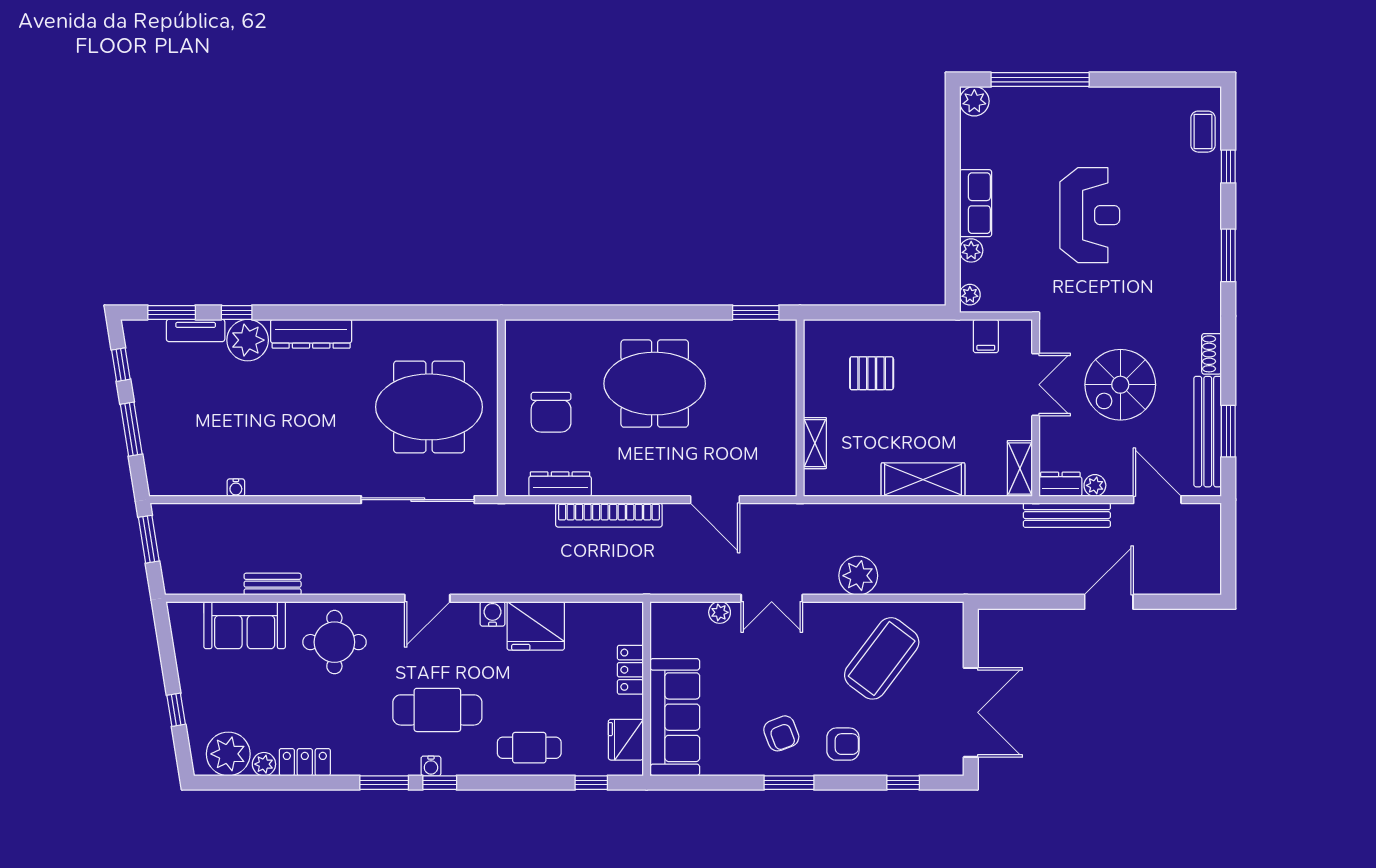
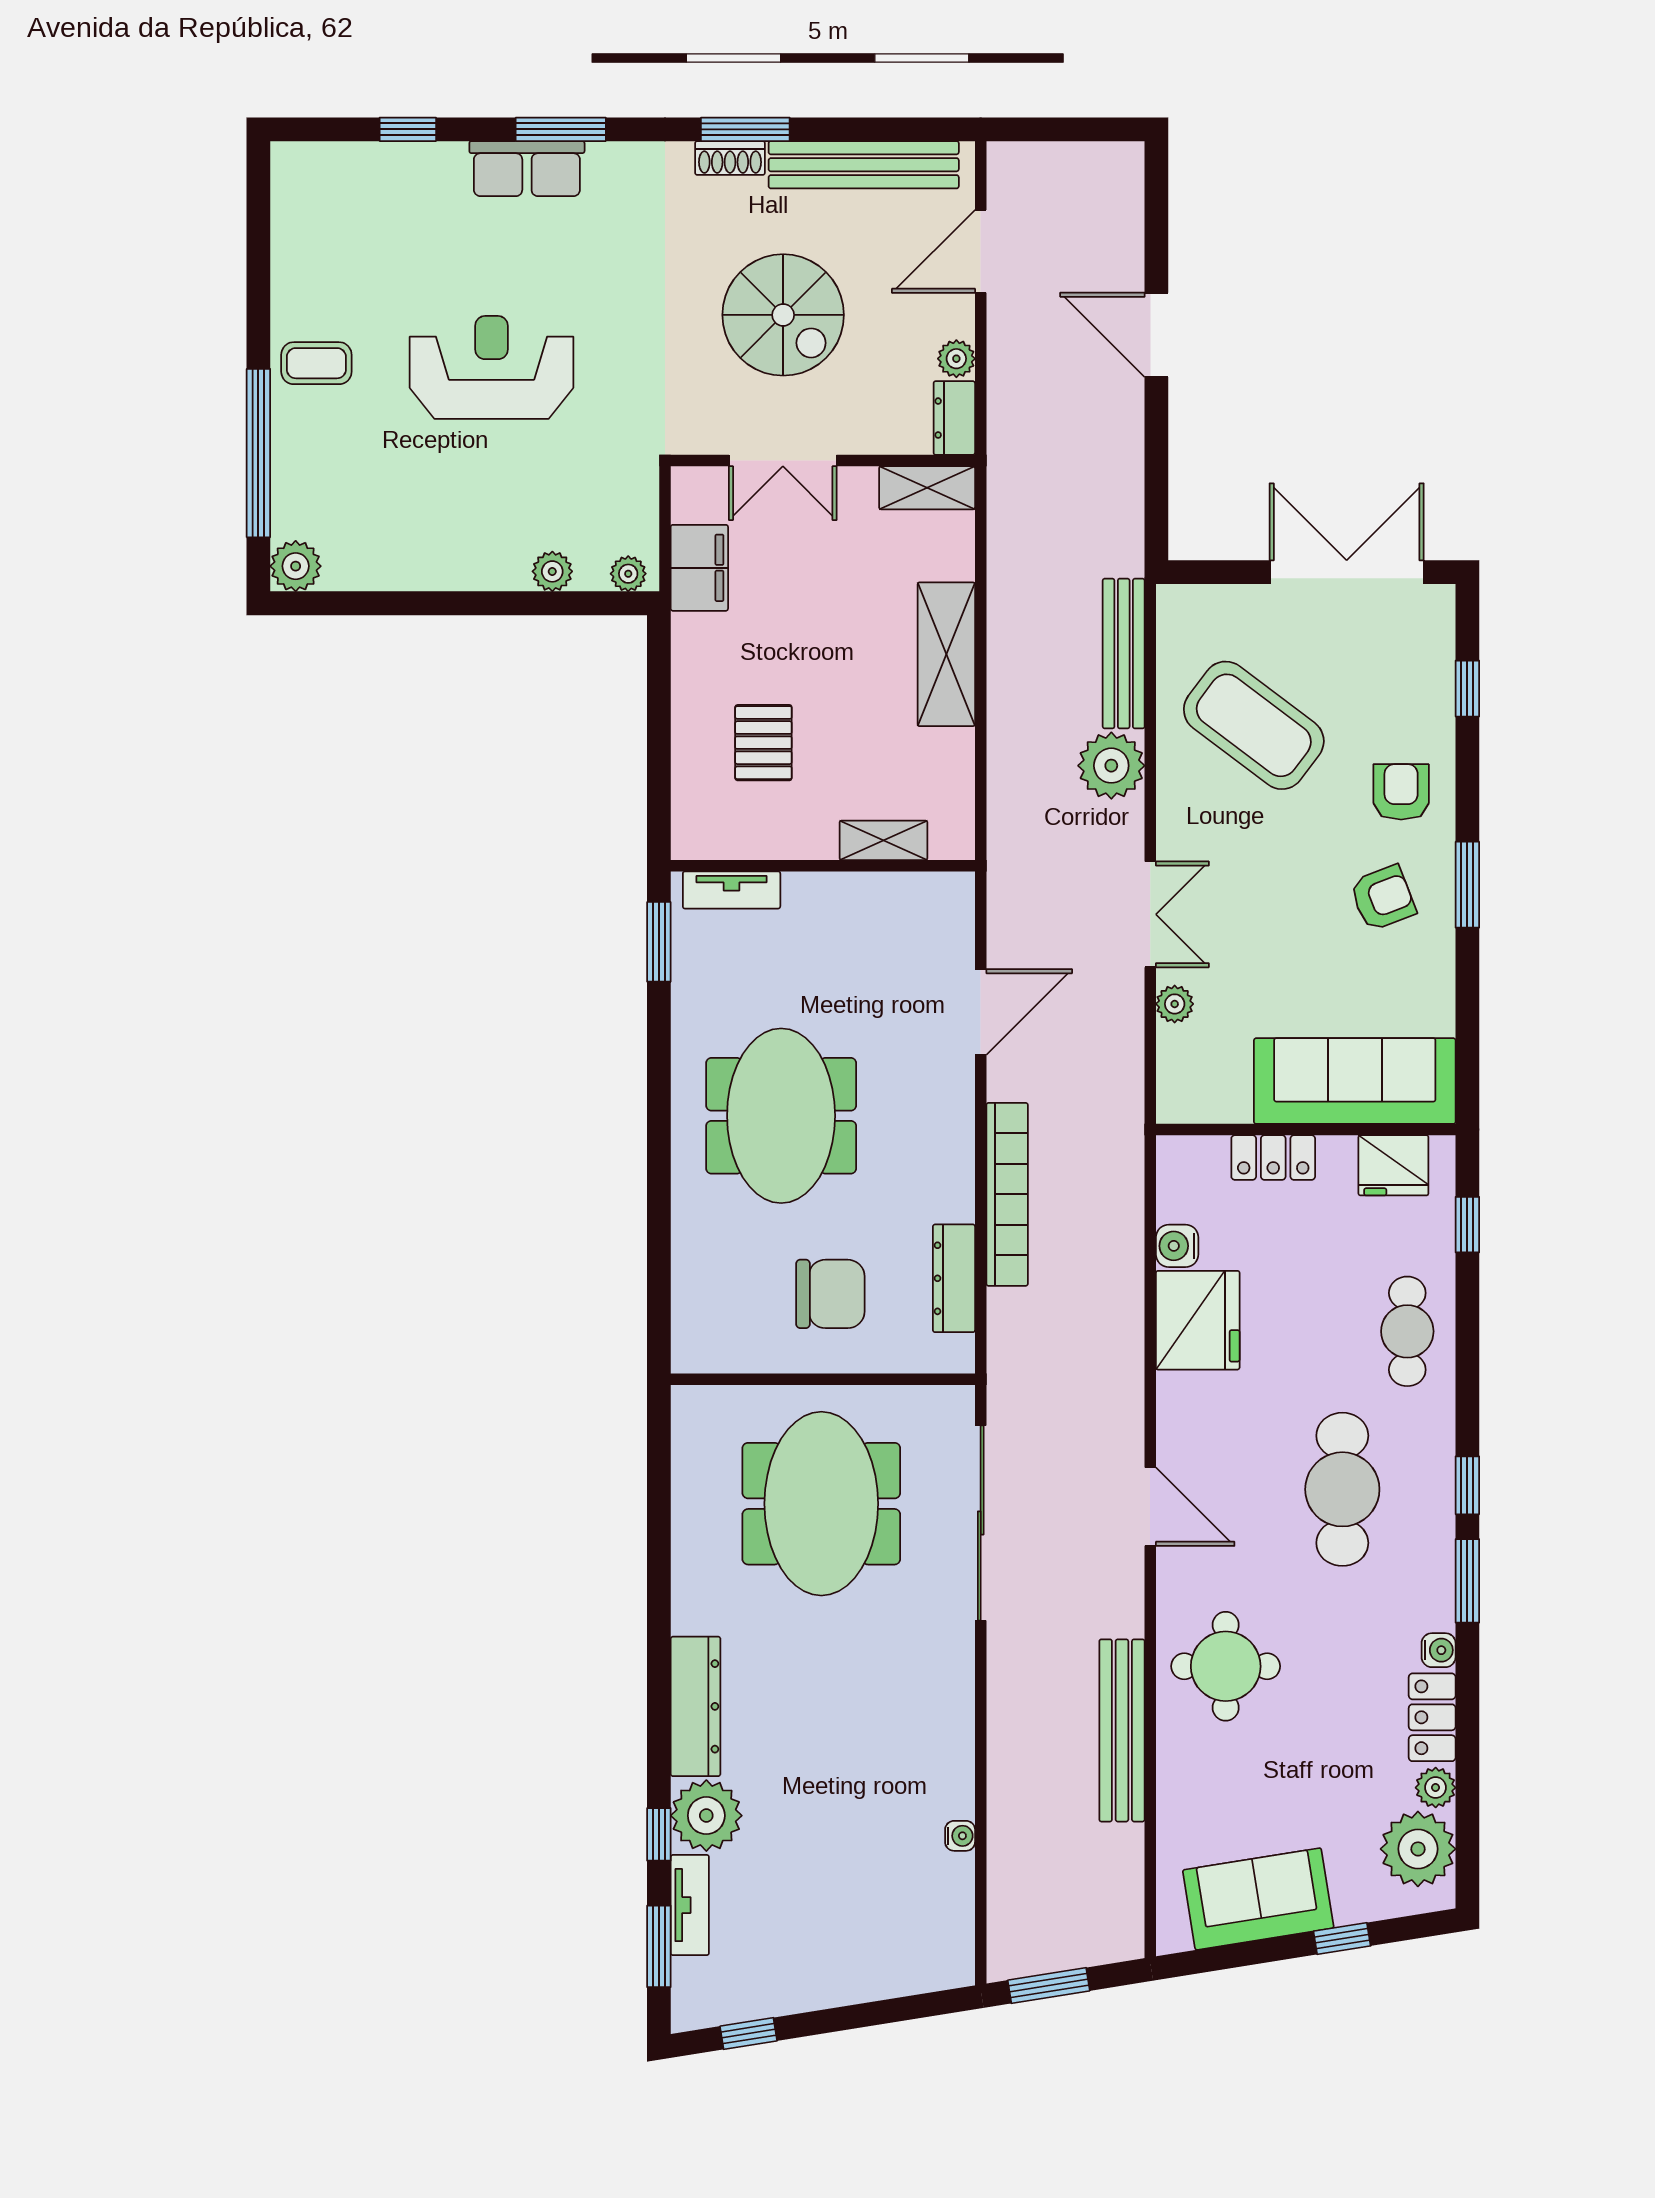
coffee table: (1203, 132) -> (316, 363), moved
row of seats: (976, 203) -> (527, 169), moved, turned 180
filing cabinet: (986, 336) -> (699, 568), width x2.00
tv unit: (786, 355) -> (732, 890), added
double door: (1036, 385) -> (783, 461), swing flipped
window: (131, 429) -> (860, 2016), removed
window: (1228, 431) -> (745, 129), moved
bench: (1067, 515) -> (1124, 654), moved
bench: (273, 584) -> (1122, 1730), width x1.86, depth x1.21
water cooler: (492, 614) -> (1177, 1246), moved
sofa: (245, 625) -> (1258, 1899), moved, turned -99
water cooler: (431, 766) -> (1439, 1650), moved

